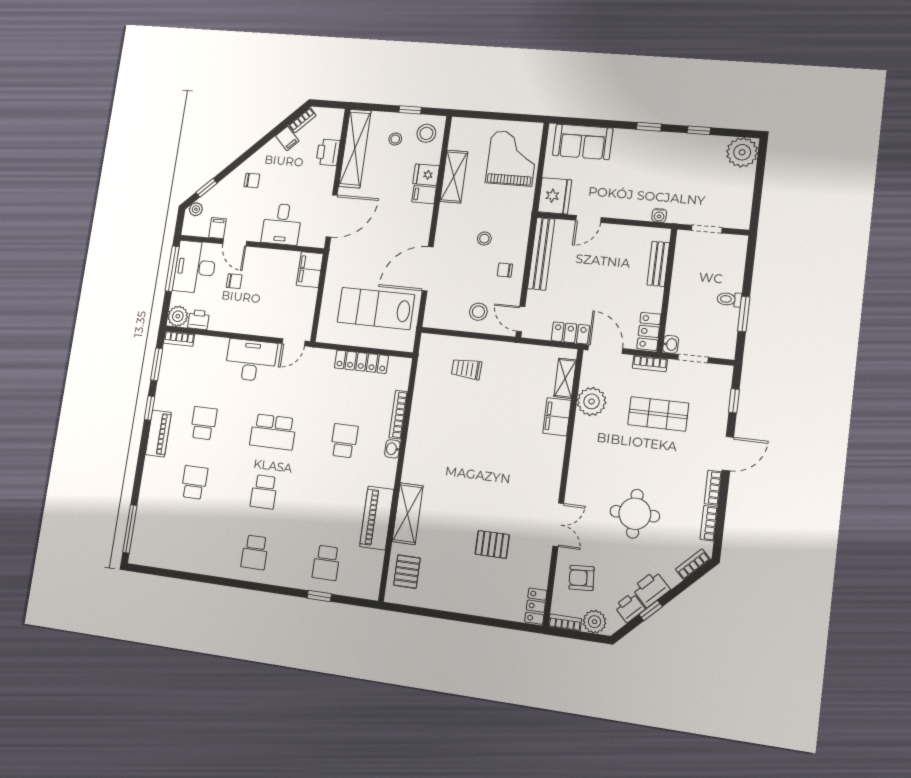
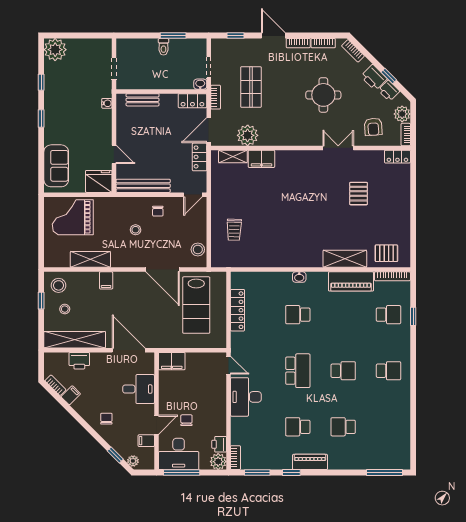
fridge: (426, 175) -> (91, 281), removed
stool: (478, 312) -> (198, 249), moved
bookcase: (398, 415) -> (392, 276), moved

